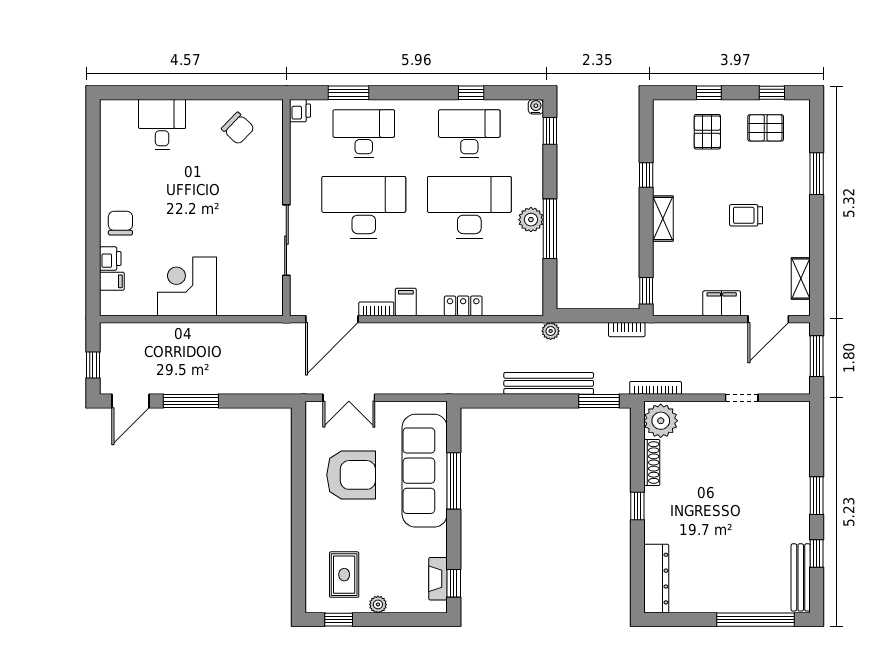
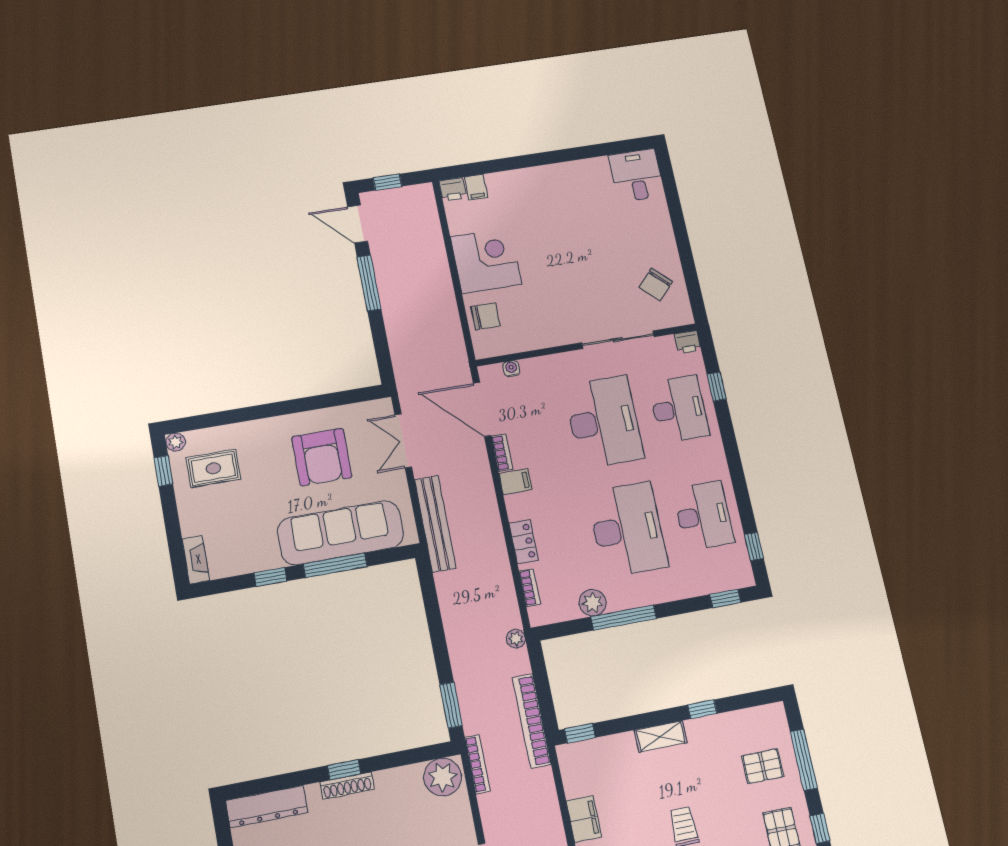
window: (348, 93) -> (717, 387), width x0.67
window: (471, 93) -> (754, 546), moved
window: (709, 93) -> (804, 760), width x2.17
water cooler: (536, 107) -> (511, 369), moved, turned -90
desk: (162, 125) -> (637, 175), moved, turned -90
plant: (531, 220) -> (593, 603), moved
chair: (120, 223) -> (486, 316), moved
sliding door: (286, 240) -> (618, 340), moved
printer: (110, 259) -> (453, 189), moved
bookcase: (507, 309) -> (530, 588), added
bookcase: (627, 330) -> (532, 721), width x2.31, depth x1.31
bench: (549, 383) -> (435, 524), moved
shoe rack: (652, 463) -> (347, 786), moved
fireplace: (438, 579) -> (196, 560), moved, turned 90
window: (454, 583) -> (270, 577), moved
plant: (378, 604) -> (176, 442), moved

